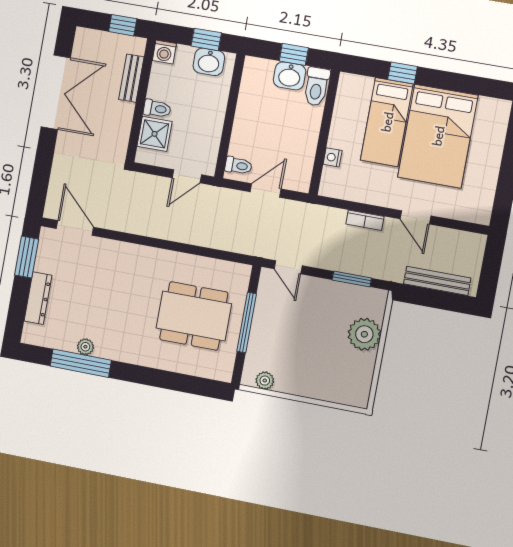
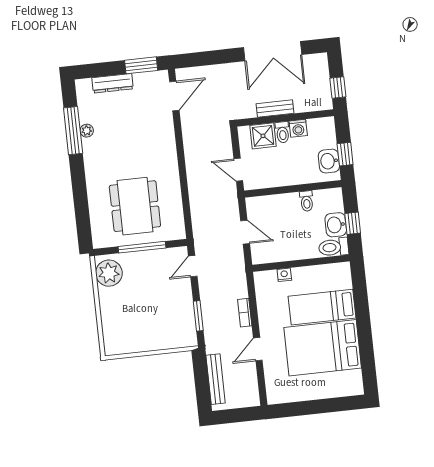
washing machine: (164, 52) -> (298, 128), moved, turned -90
window: (403, 73) -> (362, 308), removed
bench: (131, 78) -> (275, 109), moved
toilet: (238, 166) -> (307, 201), moved
plant: (364, 334) -> (160, 337), removed
plant: (265, 381) -> (109, 273), width x1.88, depth x1.88

